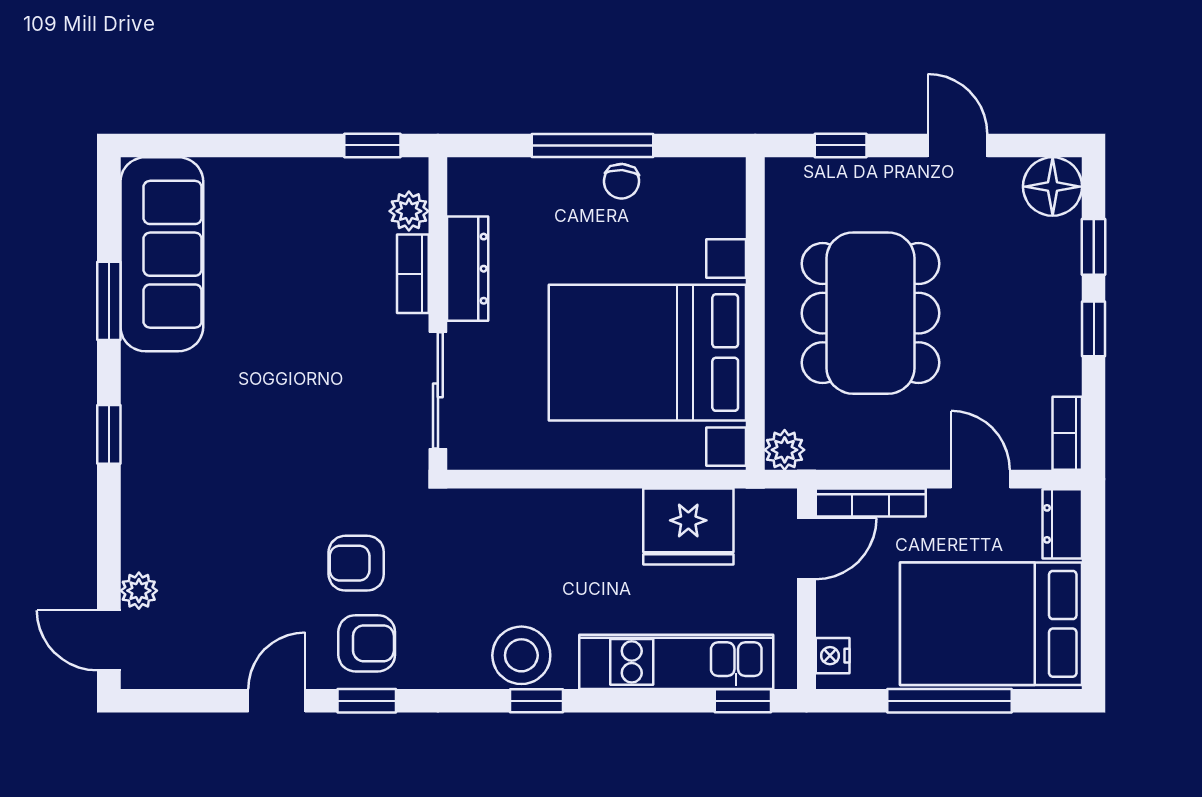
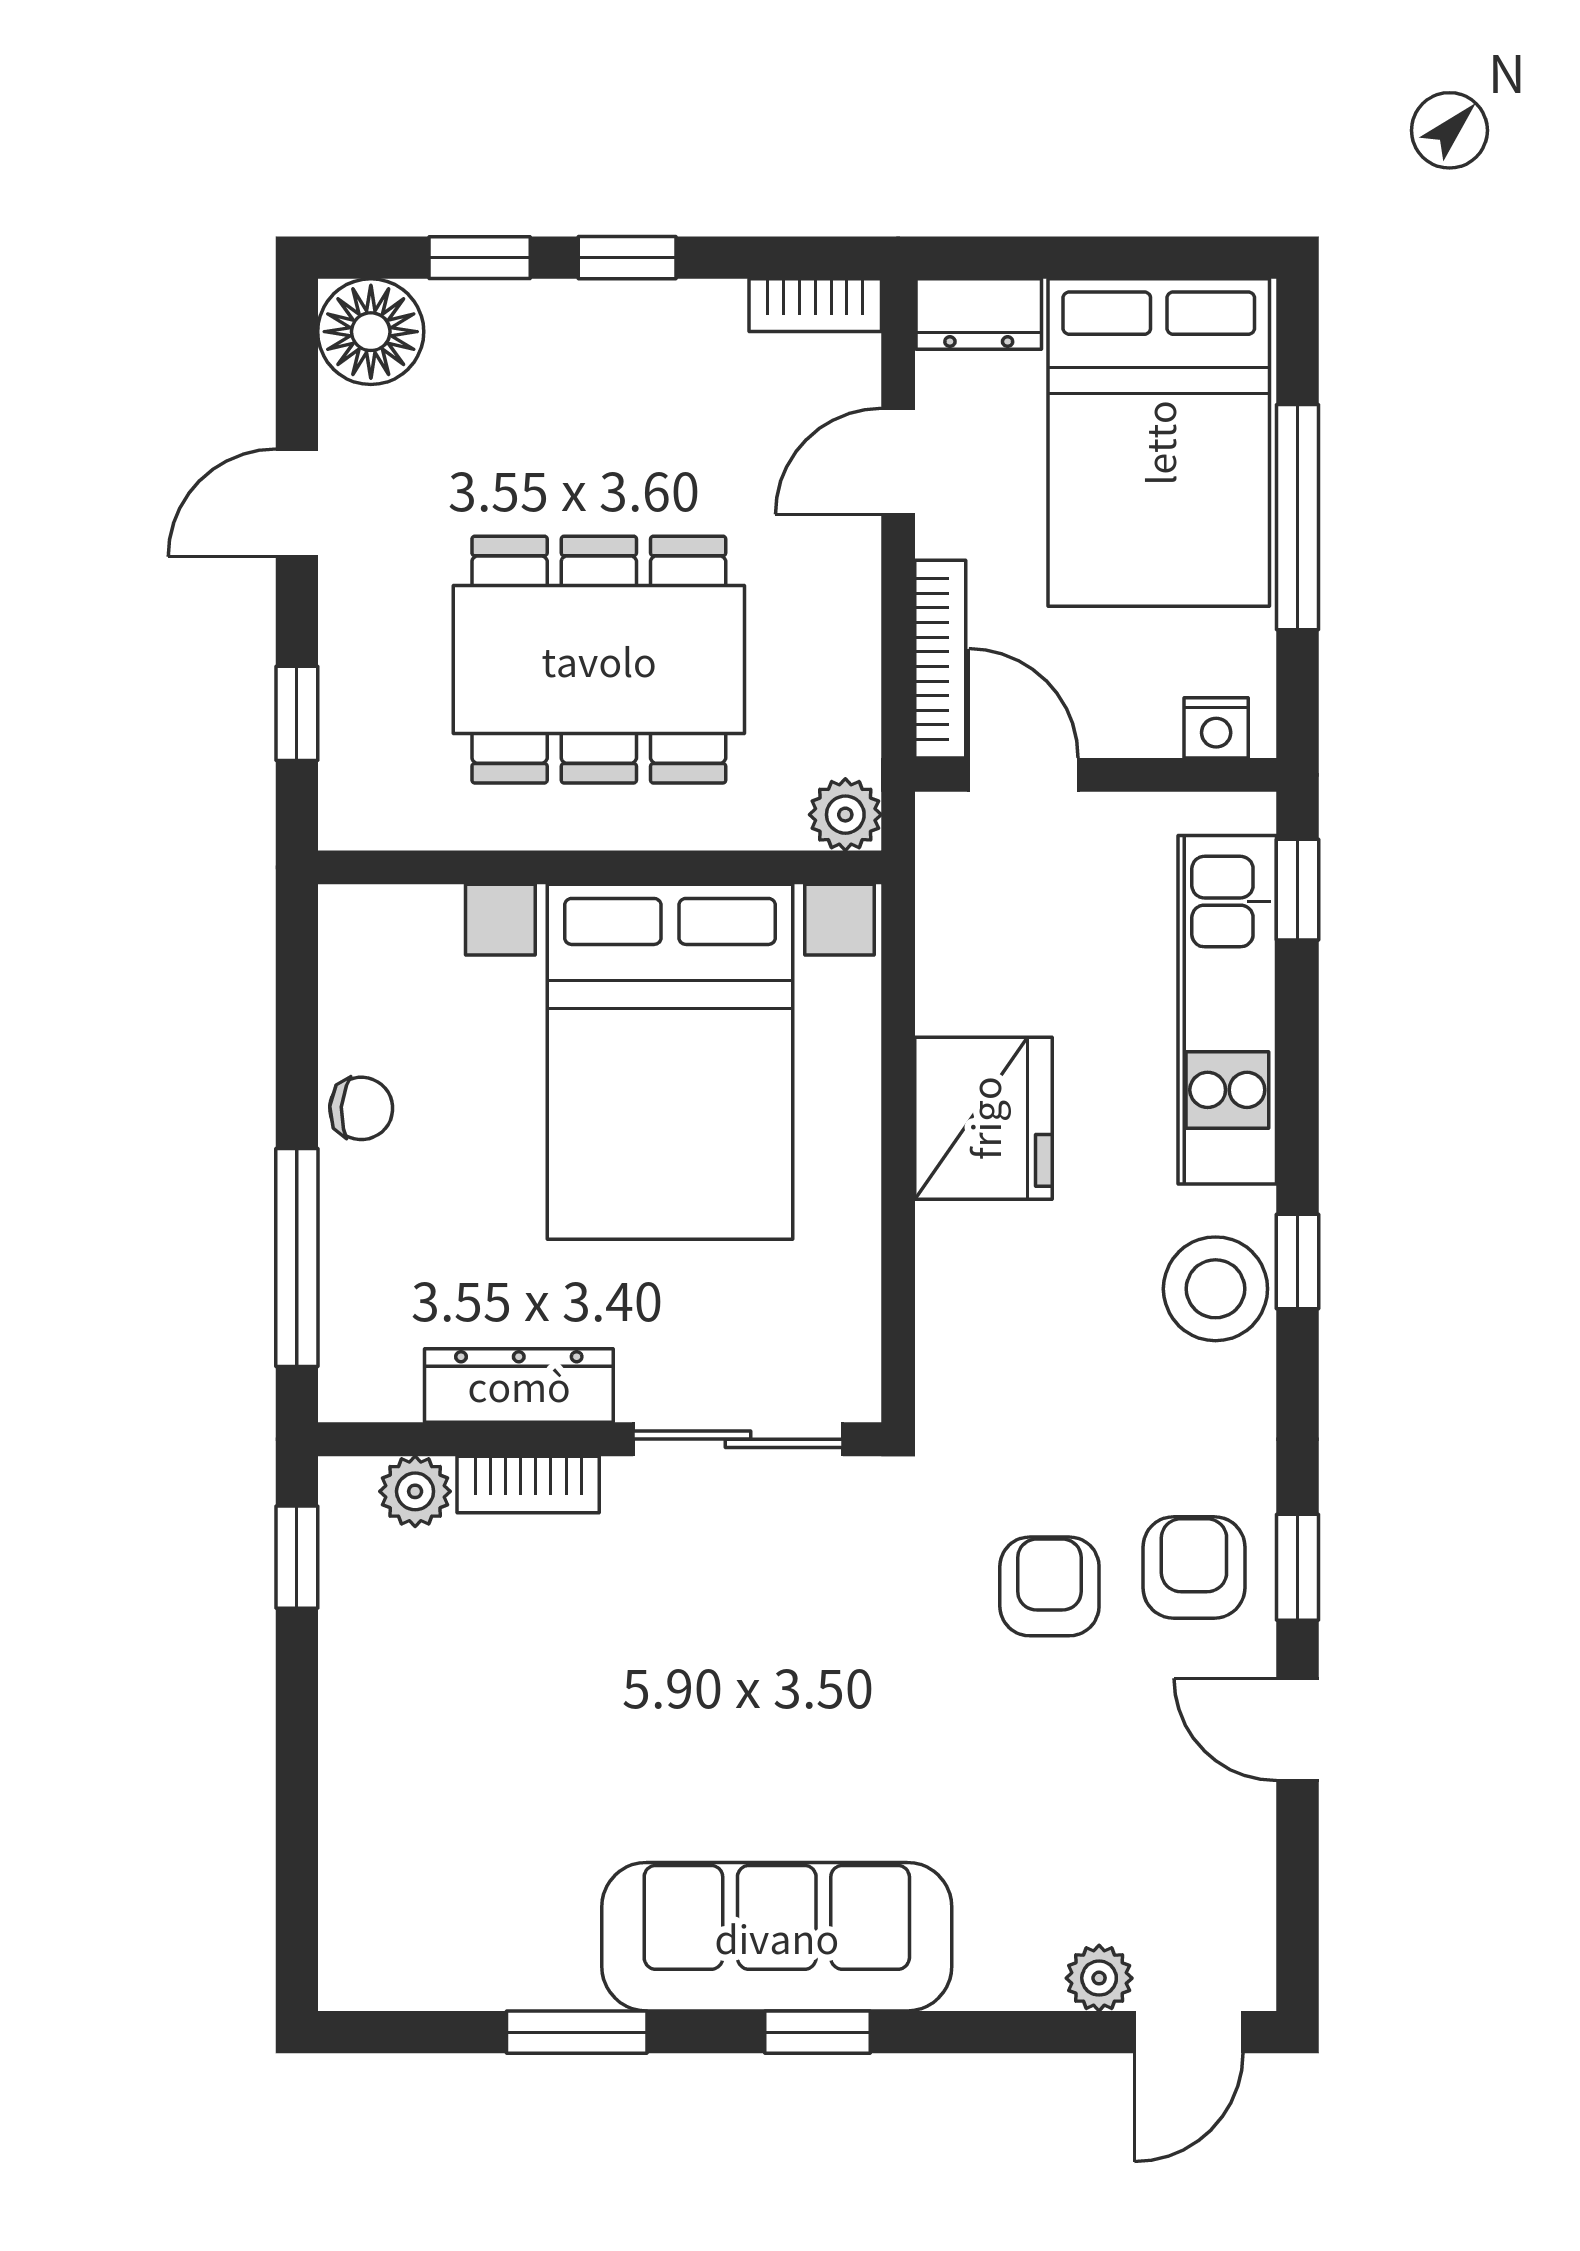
window: (593, 145) -> (297, 1258), moved
sofa: (162, 254) -> (777, 1937), moved
fridge: (688, 527) -> (984, 1118), moved
armchair: (356, 563) -> (1049, 1586), turned 180

